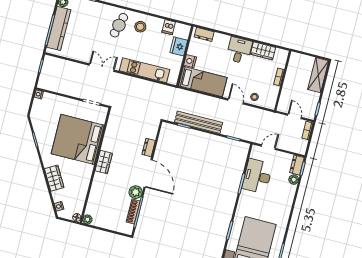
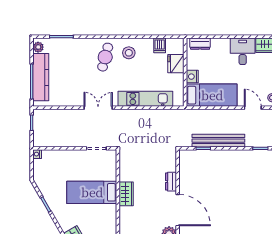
bed: (78, 139) -> (92, 192), width x0.49
wardrobe: (104, 162) -> (126, 194), moved

